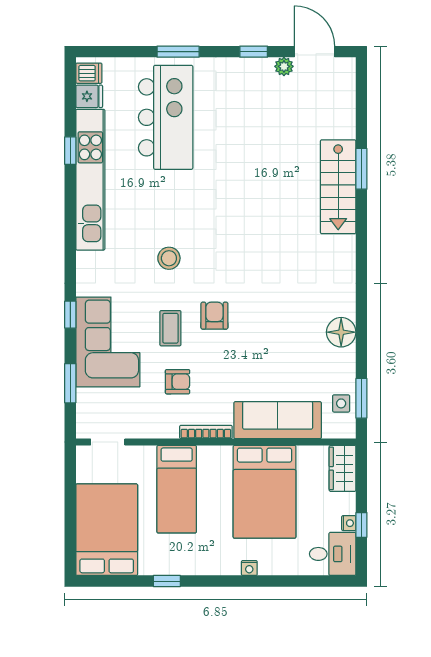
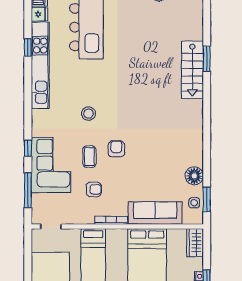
floor lamp: (341, 332) -> (194, 176), moved
window: (70, 383) -> (28, 190), width x1.44

